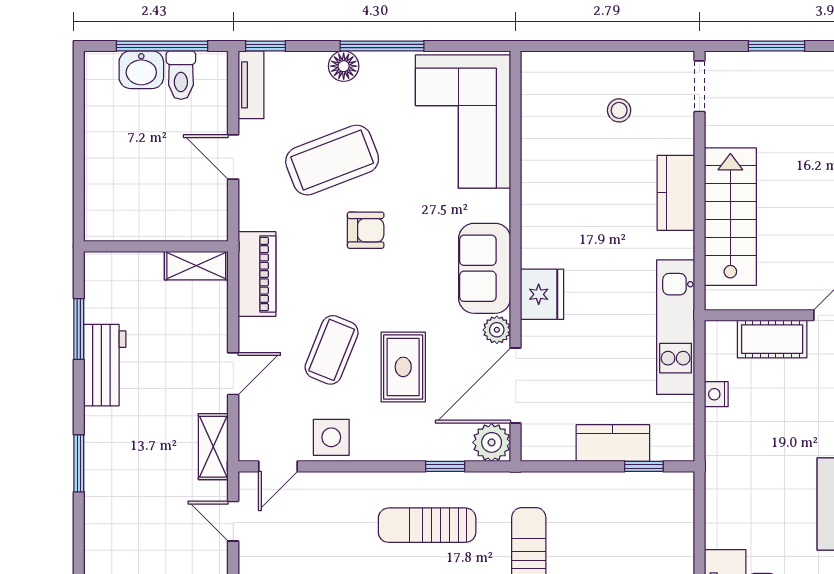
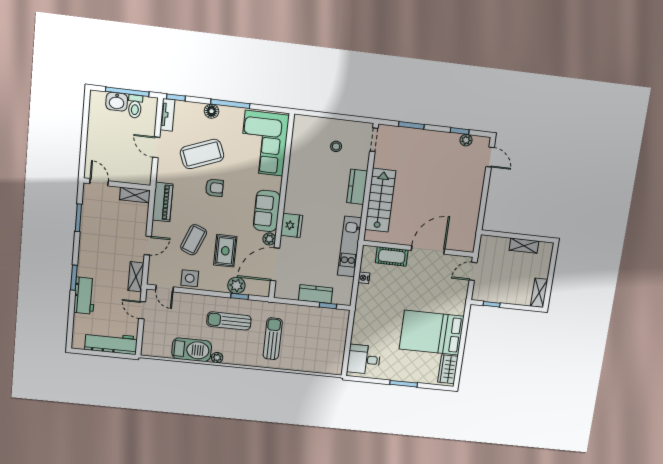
door: (117, 246) -> (99, 182), added
workbench: (105, 365) -> (85, 296), moved
plant: (492, 442) -> (236, 285), moved
door: (278, 466) -> (164, 288), hinge flipped

